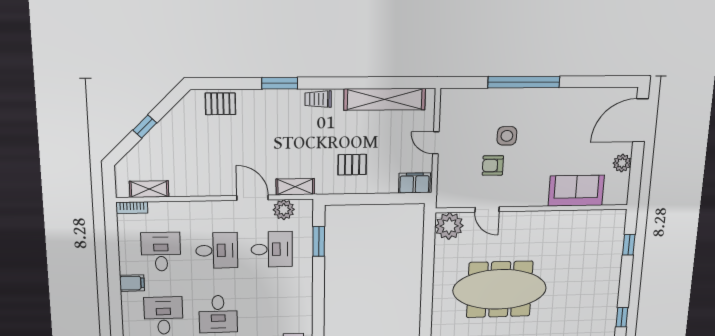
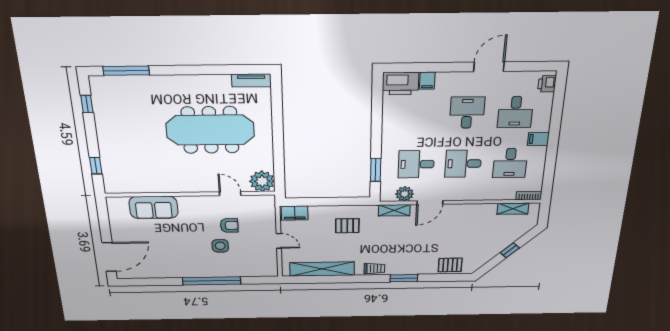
plant: (622, 163) -> (117, 227), removed
door: (253, 198) -> (430, 203), hinge flipped

